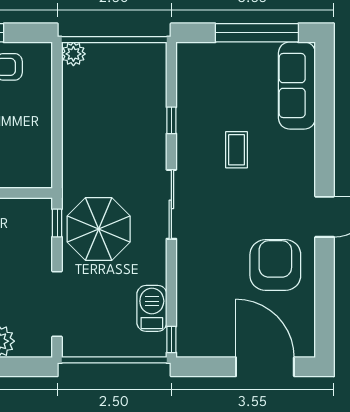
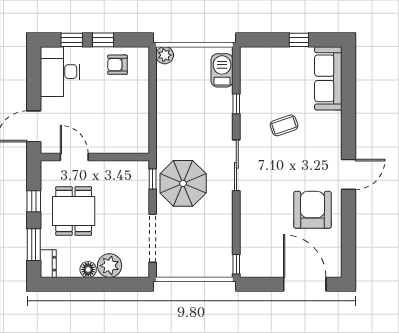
window: (257, 33) -> (299, 40), width x0.32
coffee table: (236, 150) -> (284, 125), turned 71
barbecue: (152, 308) -> (222, 70), moved

